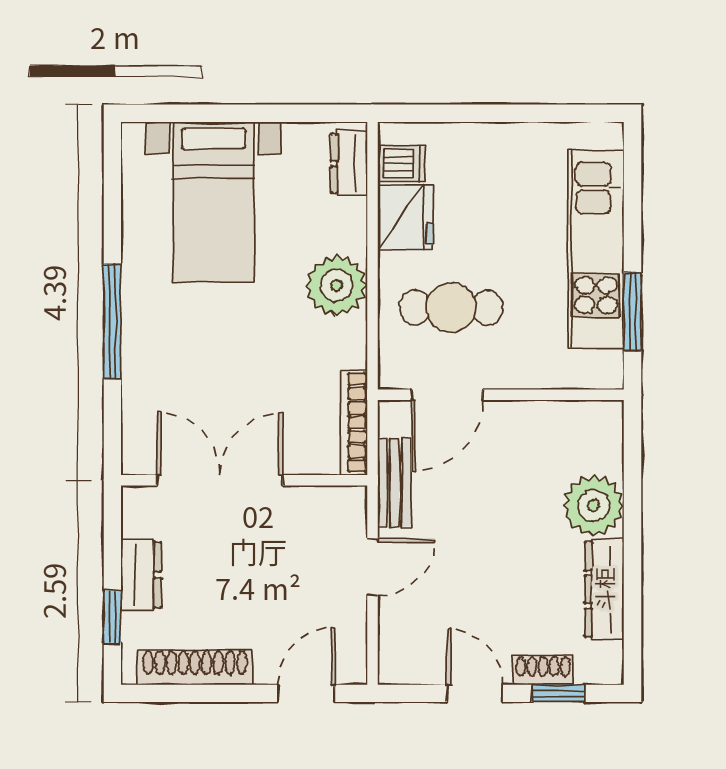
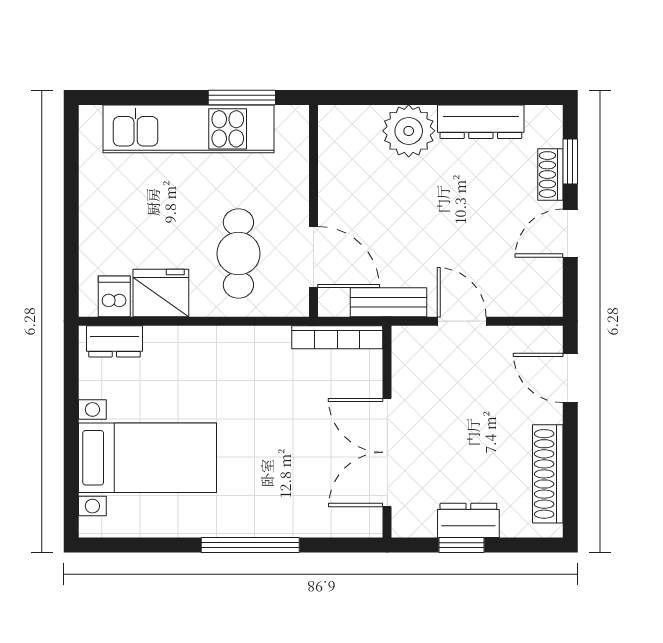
plant: (337, 285) -> (219, 352), removed
window: (112, 617) -> (462, 545), moved

